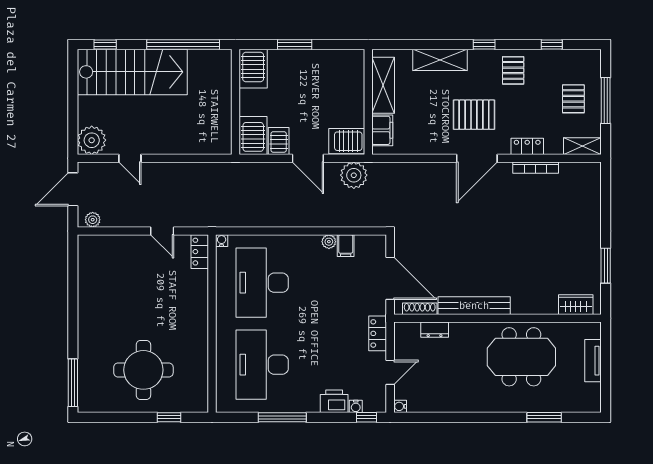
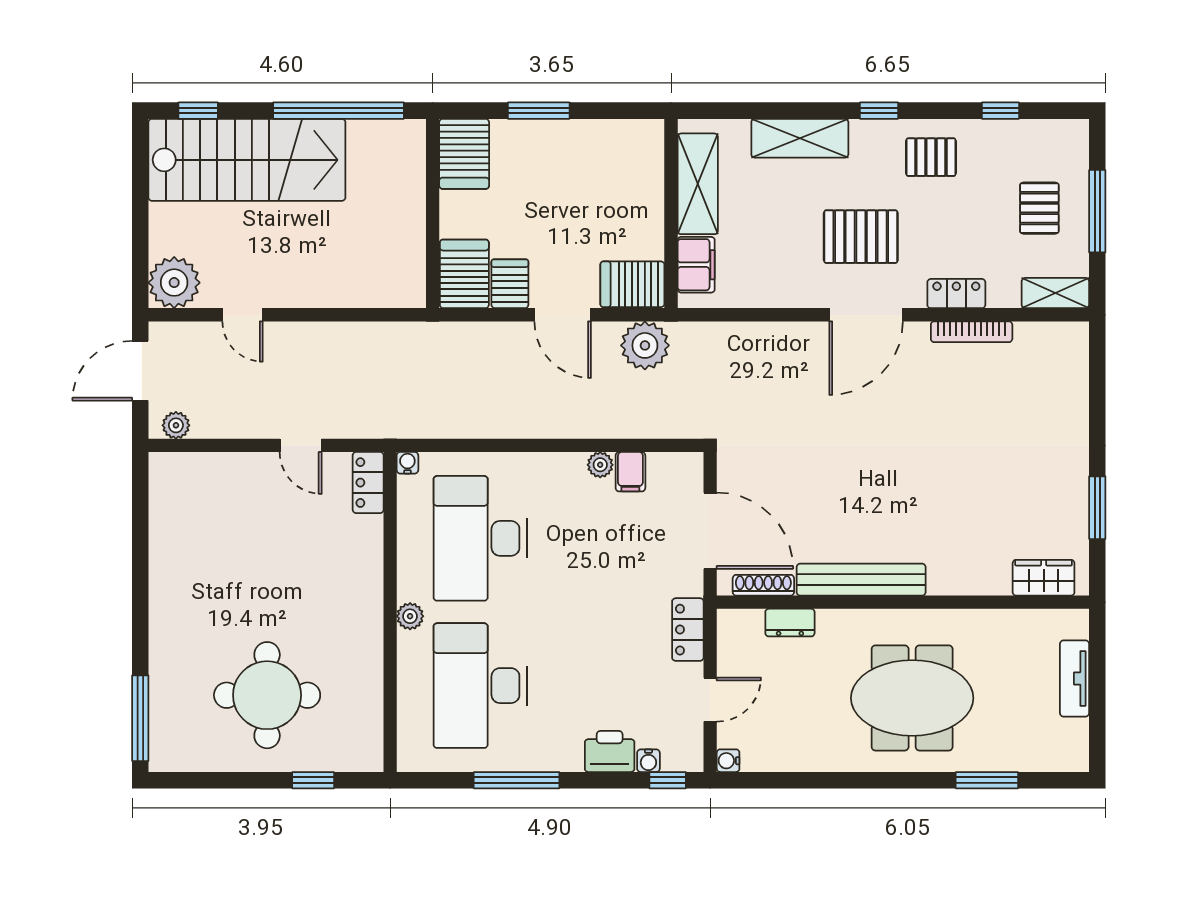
pallet: (513, 70) -> (931, 157), turned 90
plant: (223, 326) -> (410, 616), added
meeting table: (521, 357) -> (912, 698), moved

